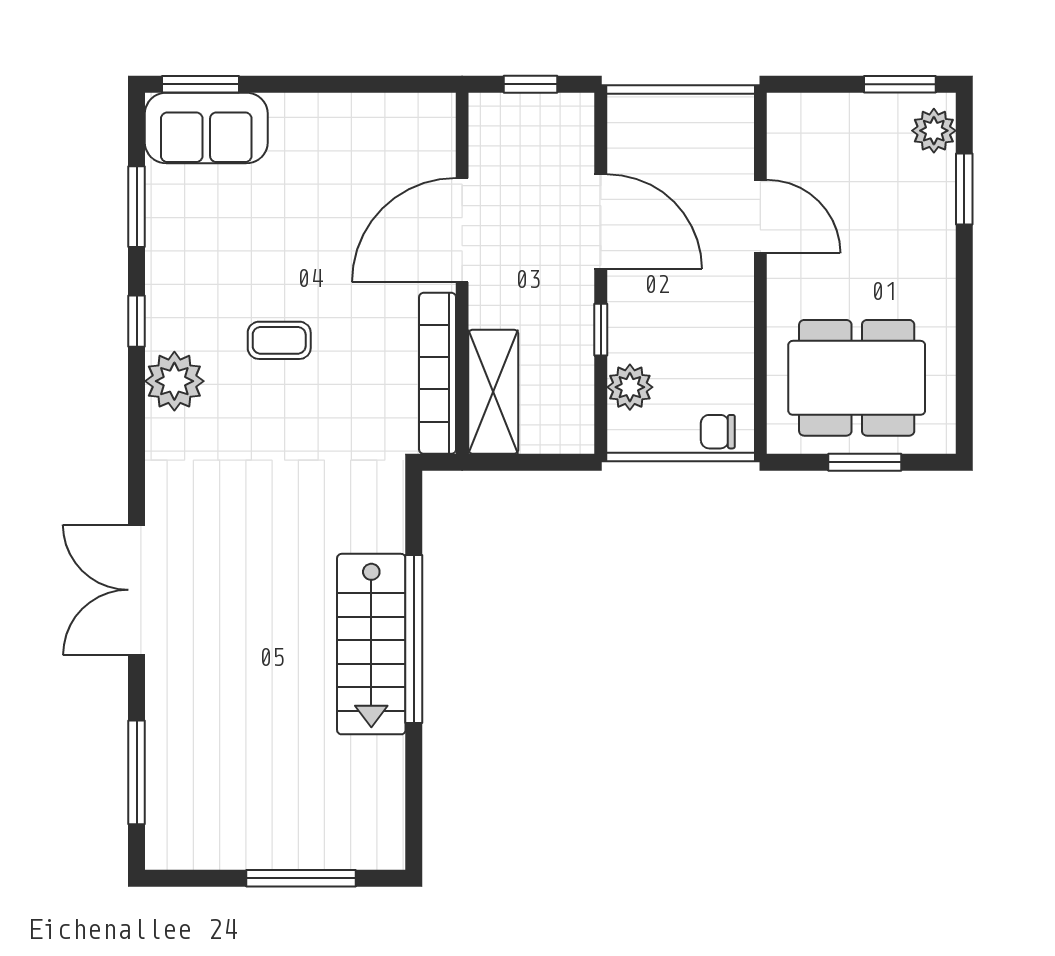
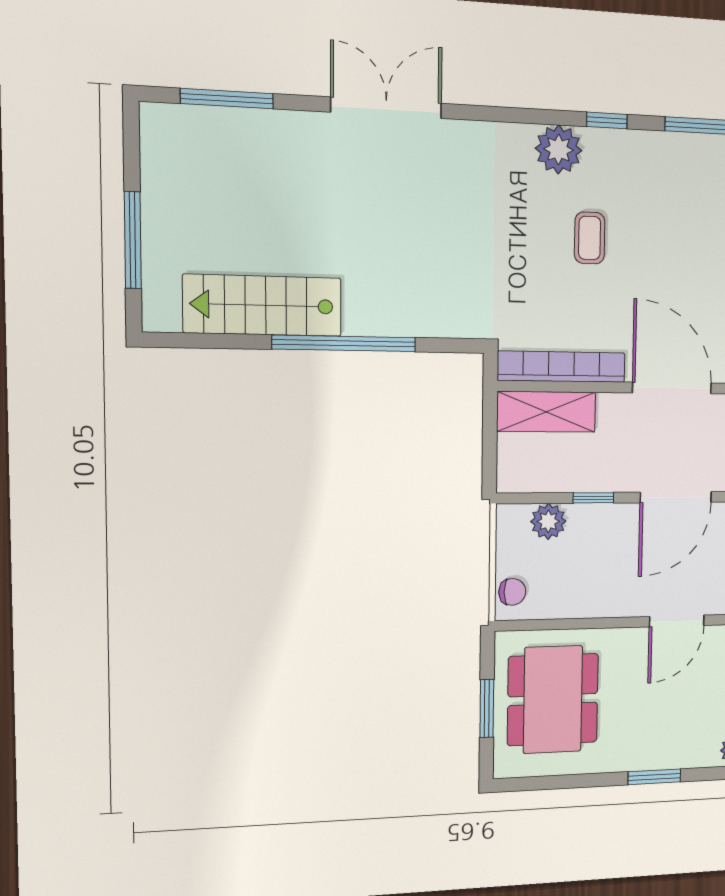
window: (964, 189) -> (654, 777), moved
chair: (718, 432) -> (512, 592), turned 90
stairs: (371, 644) -> (263, 305), moved

